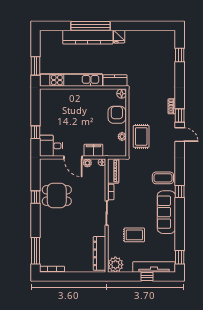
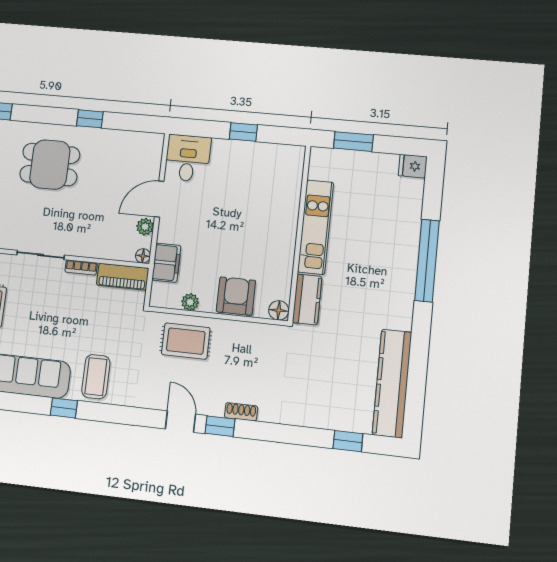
kitchen counter: (88, 37) -> (392, 383), moved
fridge: (119, 37) -> (413, 166), moved
kitchen unit: (71, 80) -> (316, 227), width x0.73
armchair: (117, 115) -> (236, 296), turned -90
window: (36, 132) -> (243, 132), moved
door: (180, 135) -> (180, 422), swing flipped
filing cabinet: (93, 150) -> (166, 263), moved
dining table: (57, 195) -> (50, 164), moved, turned 90

